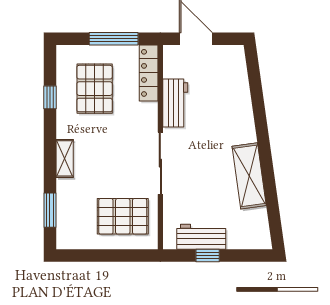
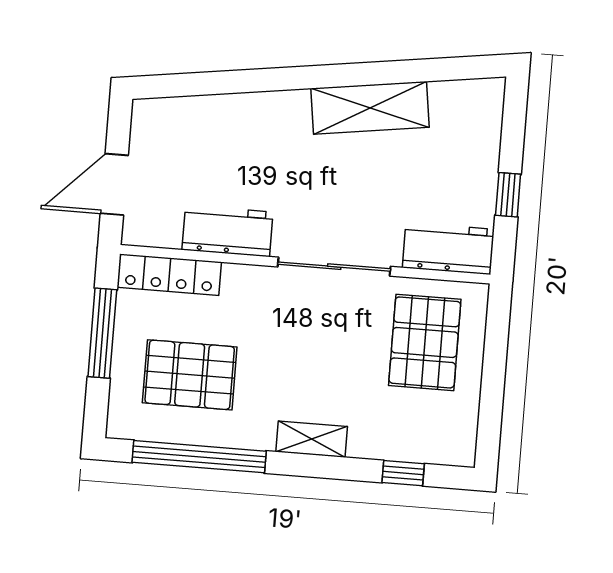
window: (50, 97) -> (199, 457), width x3.17
window: (50, 210) -> (403, 473), width x0.67
workbench: (201, 237) -> (448, 248), moved, turned 90

